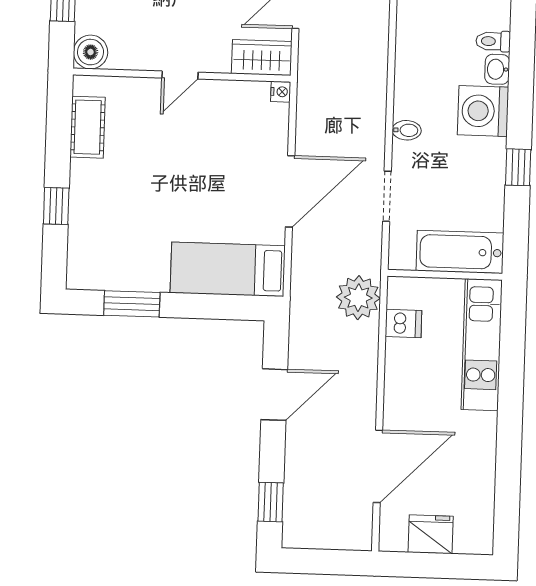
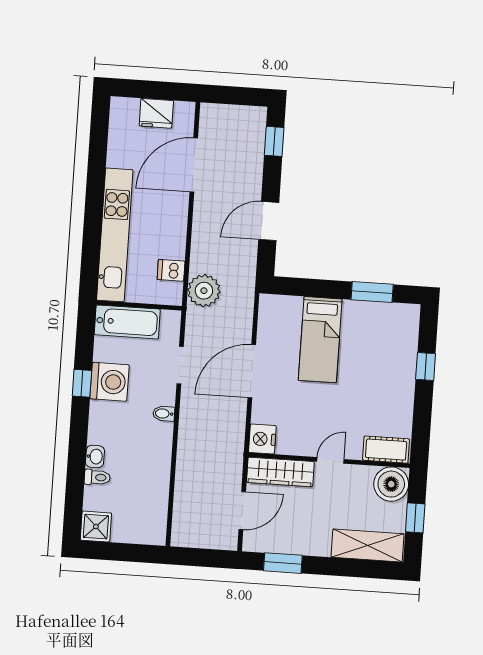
boiler: (91, 52) -> (391, 484), width x1.37, depth x1.37
wardrobe: (262, 58) -> (280, 472), width x1.50
nightstand: (281, 92) -> (262, 439), width x1.89, depth x1.79
washing machine: (483, 111) -> (110, 382), moved
cot: (88, 127) -> (386, 450), moved, turned 90
bed: (228, 269) -> (320, 340), moved, turned 90
kitchen unit: (482, 345) -> (115, 235), width x1.36

